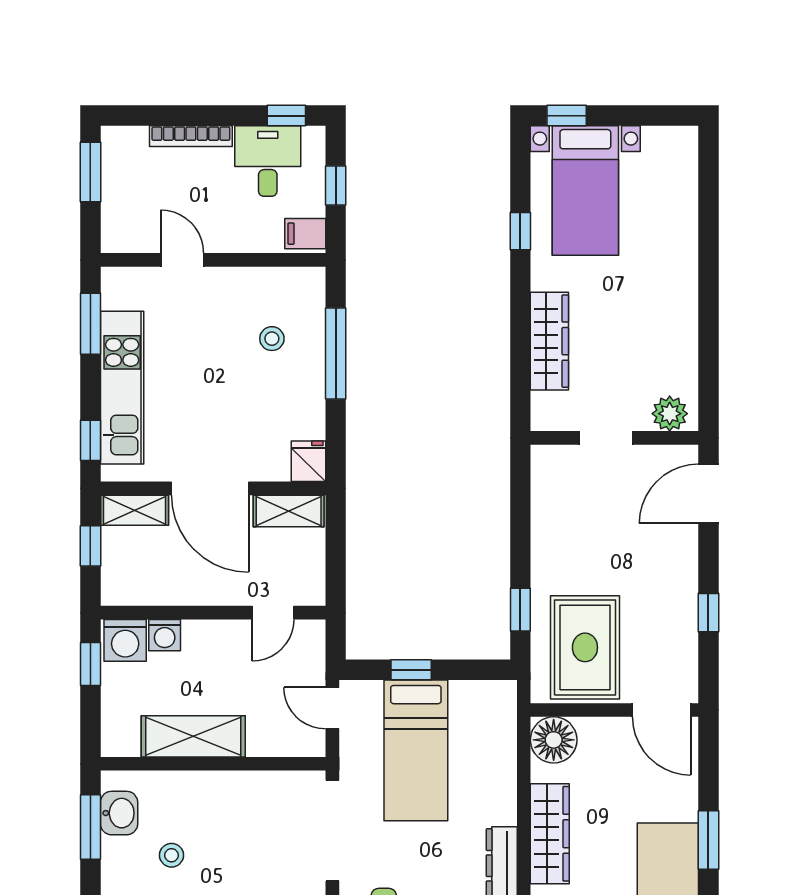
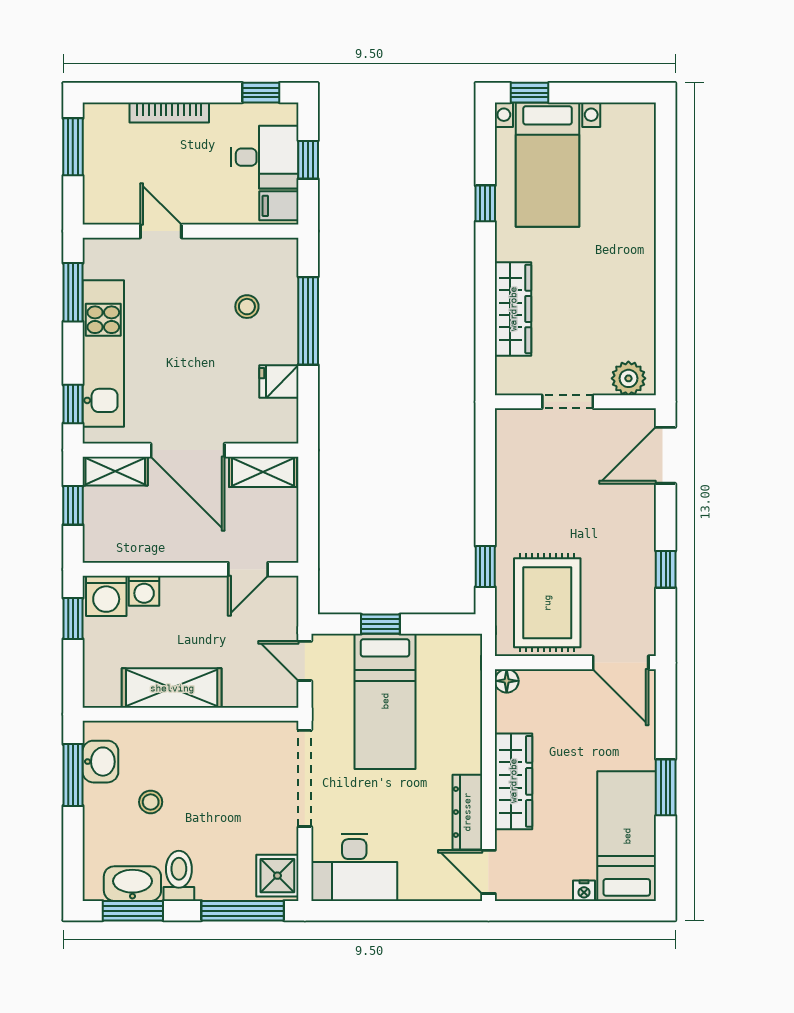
desk: (268, 161) -> (264, 157), moved, turned 90
fridge: (309, 461) -> (279, 382), moved, turned -90
floor lamp: (554, 740) -> (507, 681), width x0.53, depth x0.53

